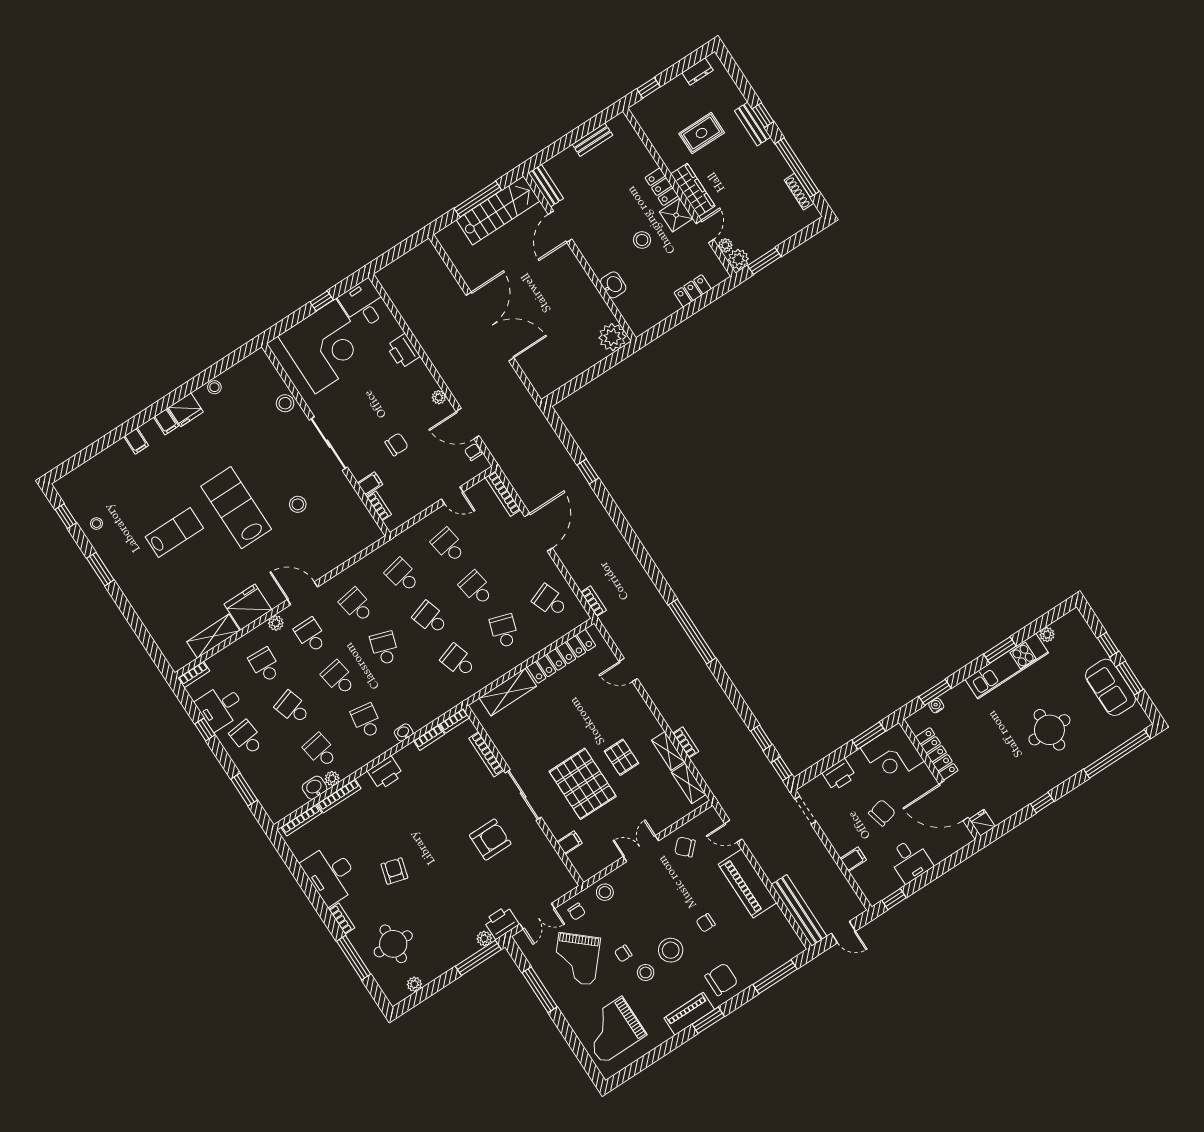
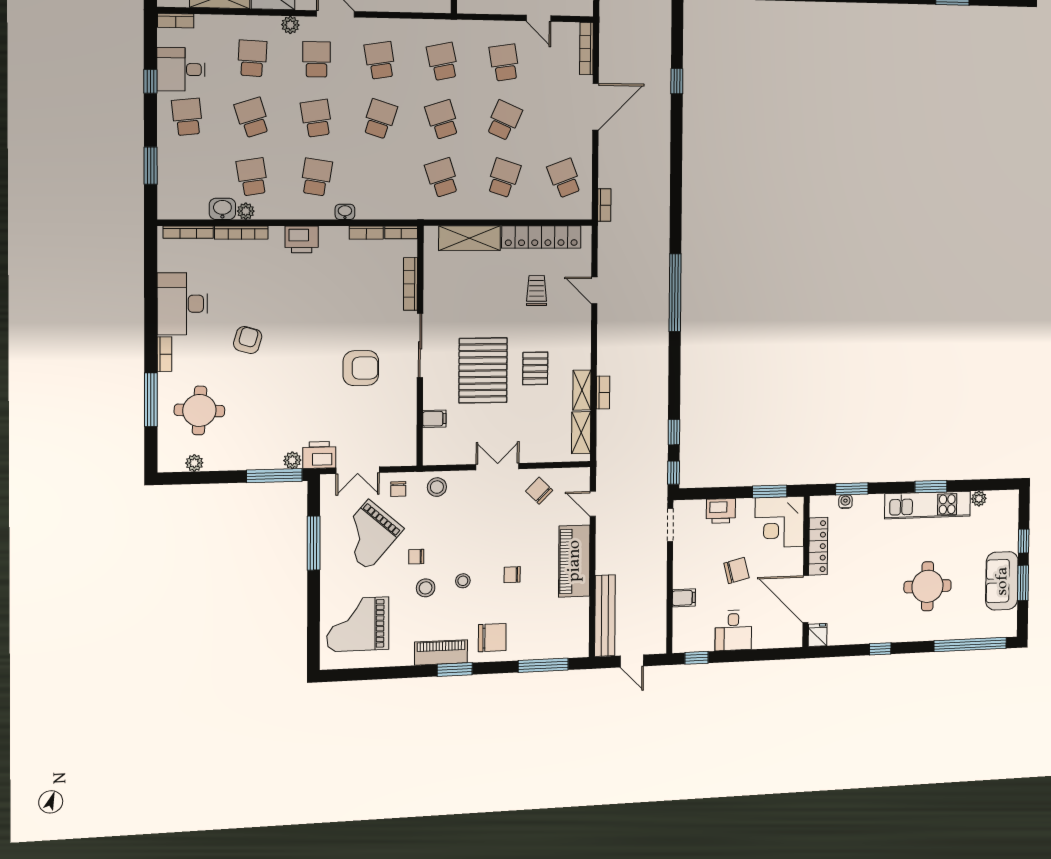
school desk: (476, 588) -> (504, 120), turned 33
trolley: (584, 699) -> (537, 291), added
stool: (671, 950) -> (463, 581), width x0.53, depth x0.53

